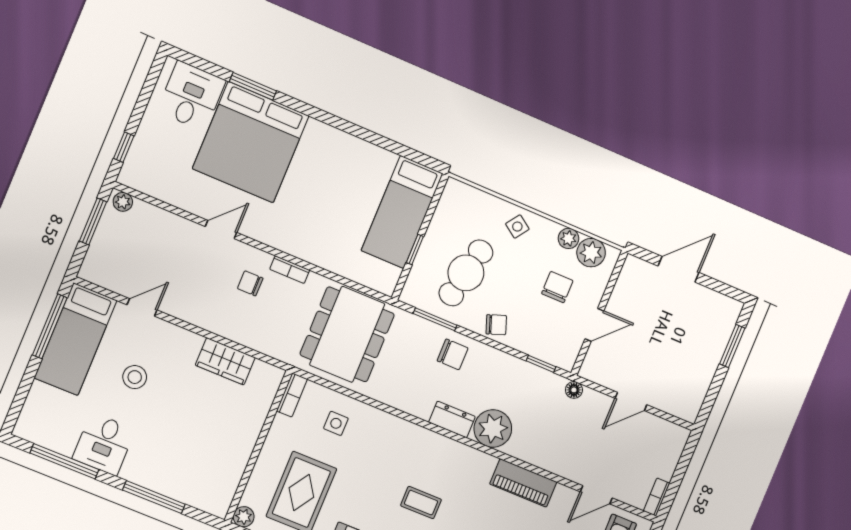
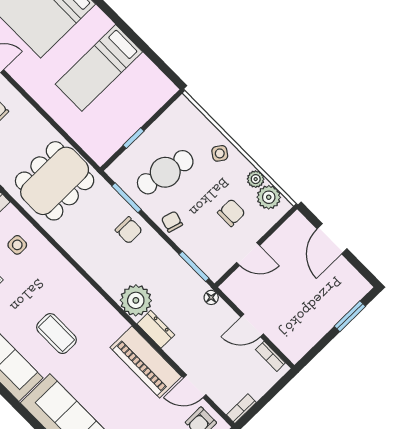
bed: (402, 212) -> (99, 68), moved
door: (679, 269) -> (332, 239), swing flipped
bookcase: (290, 270) -> (270, 356), moved
chair: (496, 325) -> (172, 222), turned -144
window: (541, 364) -> (194, 266), width x1.50
dresser: (452, 419) -> (156, 329), moved
piano: (523, 483) -> (146, 362), width x1.37, depth x1.33
coffee table: (421, 503) -> (56, 334), width x1.36, depth x1.30

